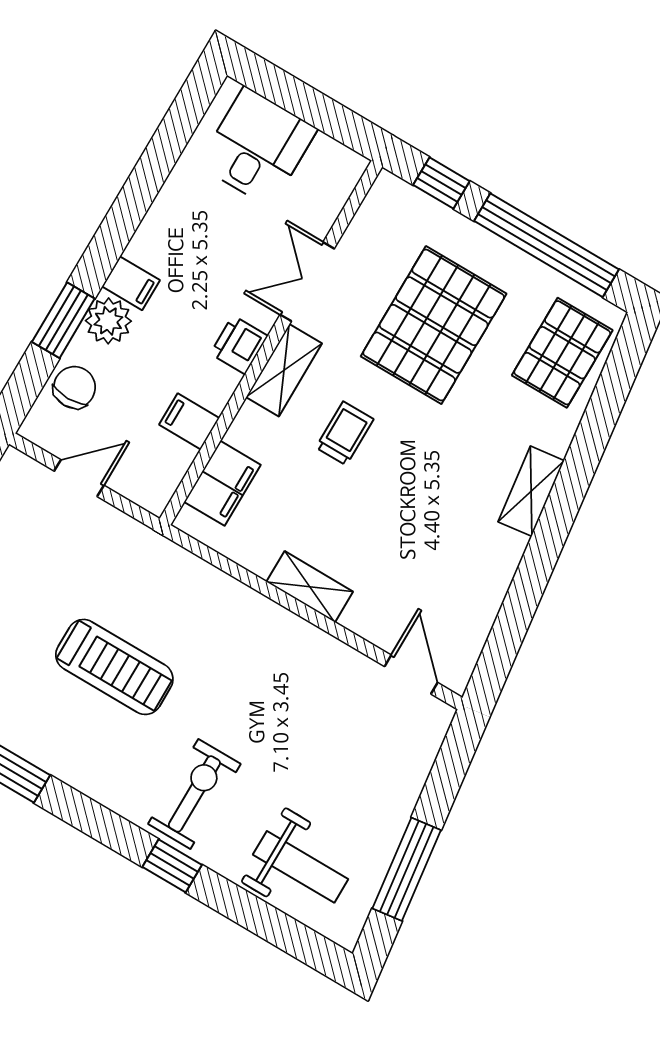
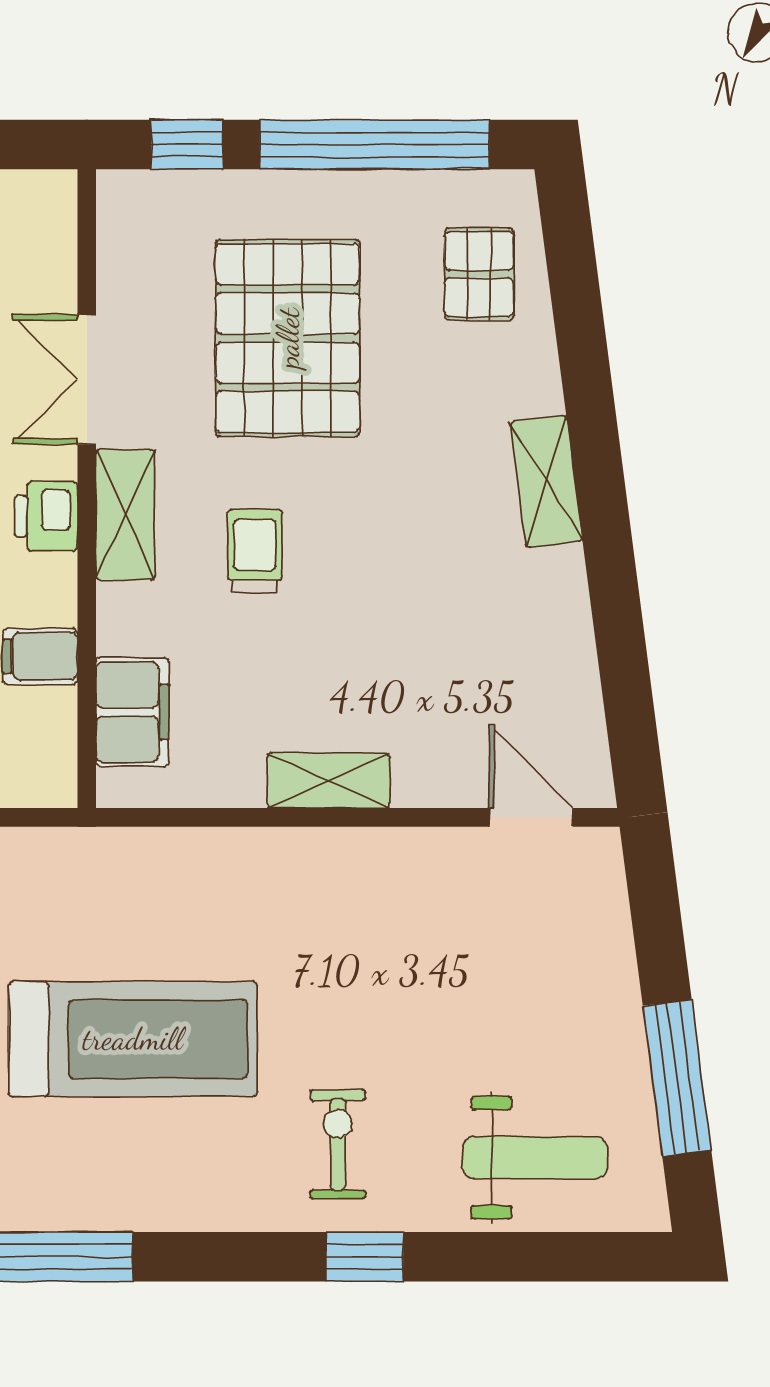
pallet: (562, 353) -> (479, 274), width x0.67, depth x0.71
treadmill: (114, 667) -> (133, 1039), width x1.37, depth x1.38
exercise bike: (194, 794) -> (338, 1144), width x0.73, depth x0.72

